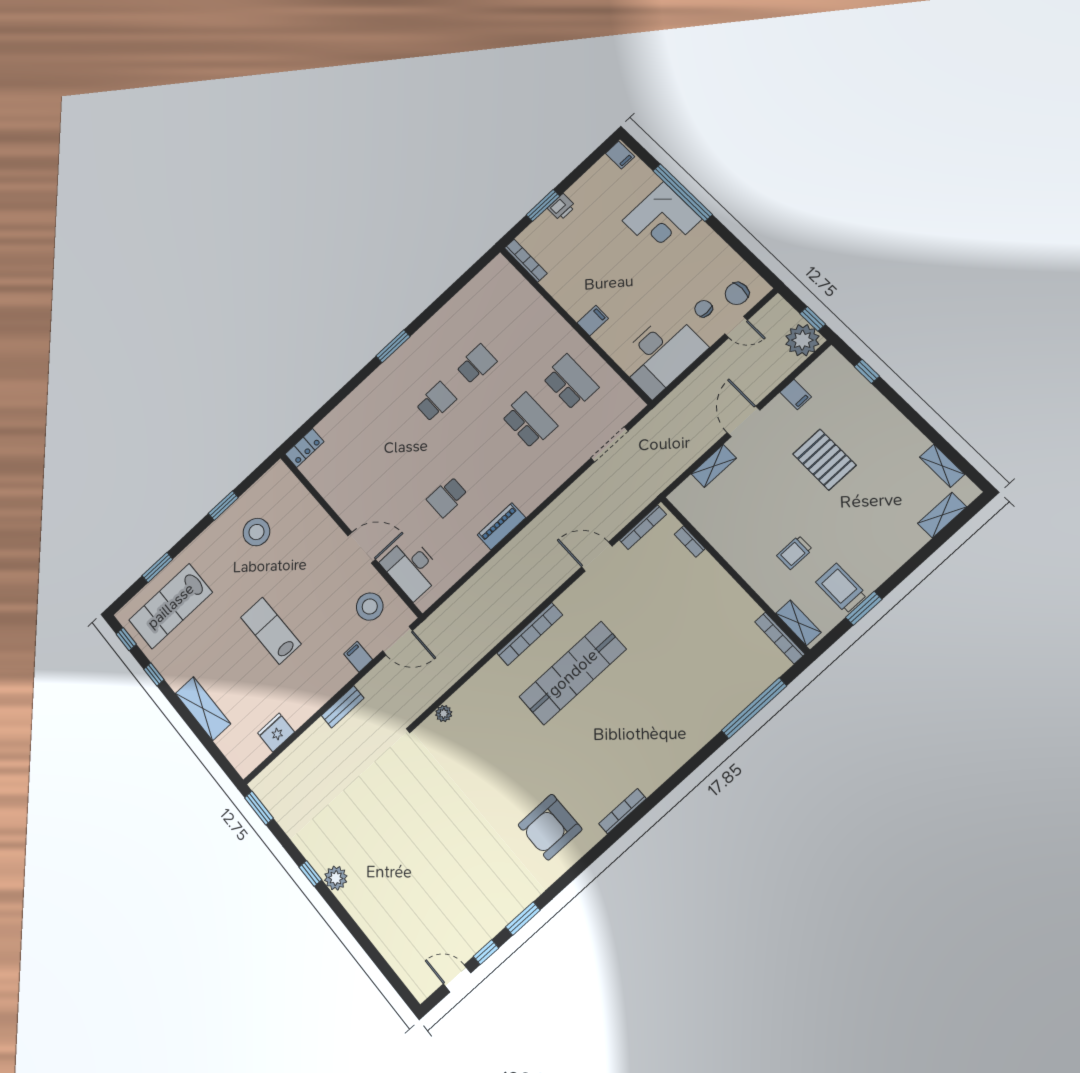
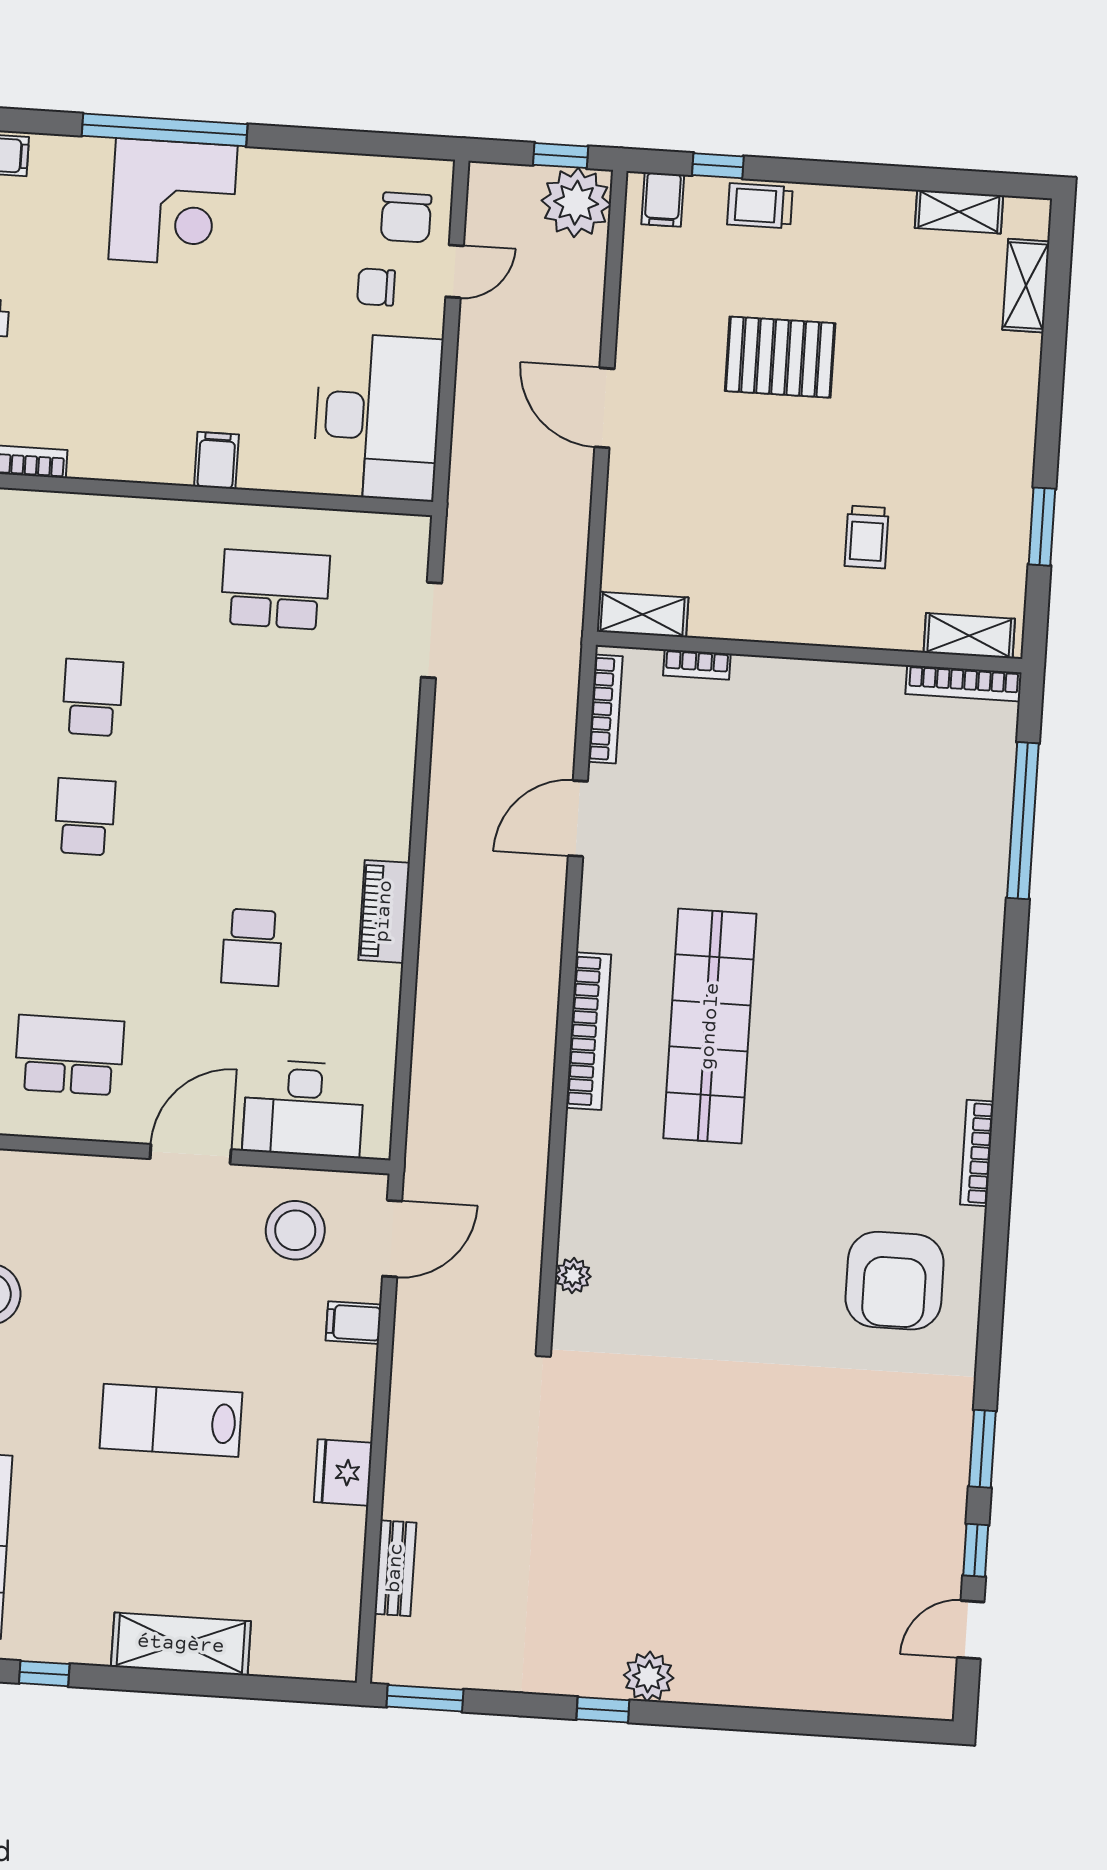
filing cabinet: (796, 395) -> (663, 199), moved, turned 90
school desk: (529, 421) -> (69, 1055), moved
shelving: (714, 466) -> (643, 614), moved, turned 90
trolley: (841, 588) -> (760, 206), moved, width x0.73, depth x0.72
bench: (343, 707) -> (395, 1568), moved
fridge: (276, 732) -> (343, 1472), moved

